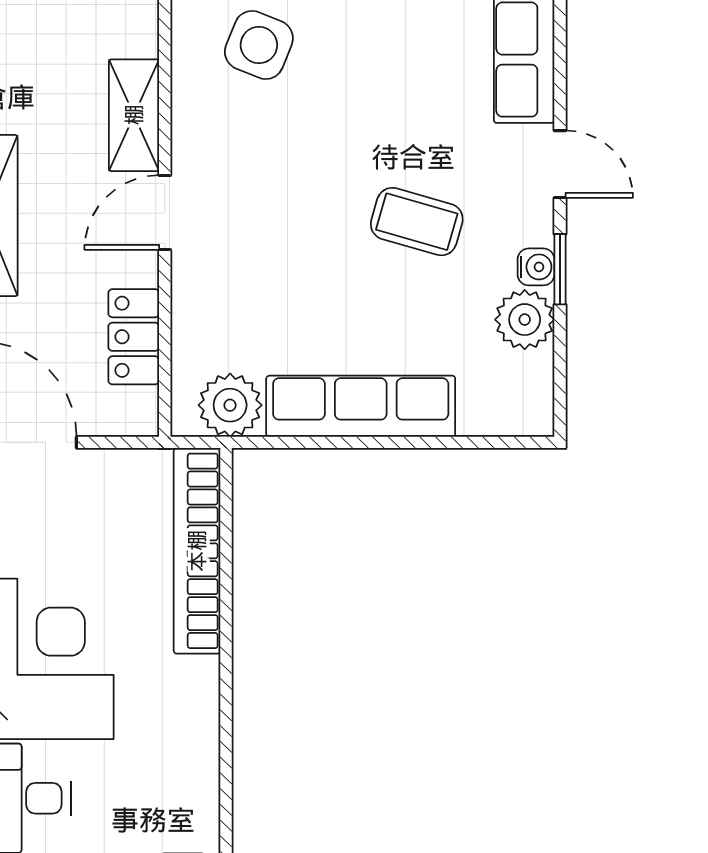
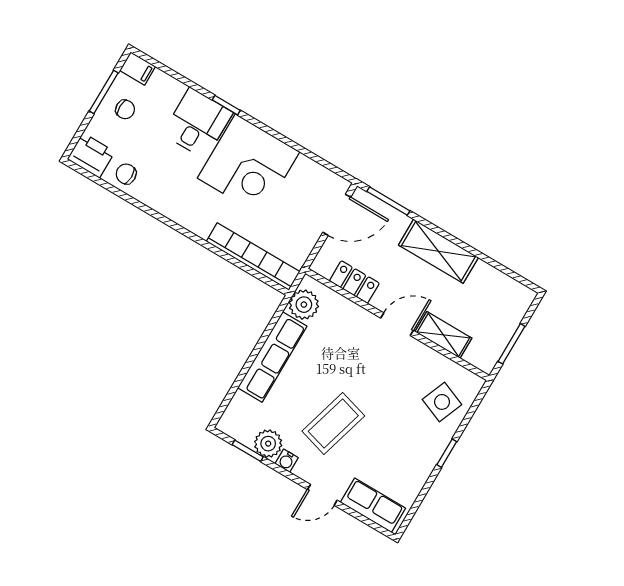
door: (165, 212) -> (397, 324), hinge flipped
coffee table: (417, 222) -> (333, 423), width x1.36, depth x1.30
window: (560, 269) -> (248, 451), moved

